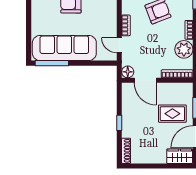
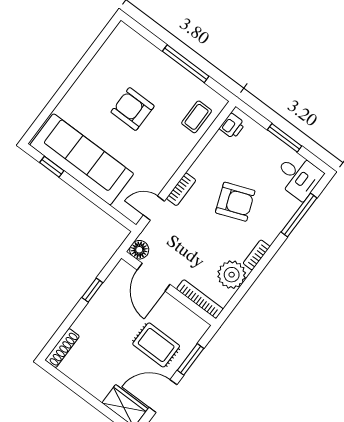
door: (119, 45) -> (154, 208), hinge flipped
window: (52, 63) -> (52, 167), width x0.46
window: (119, 123) -> (92, 290), moved

